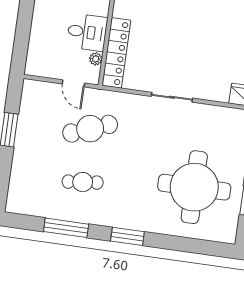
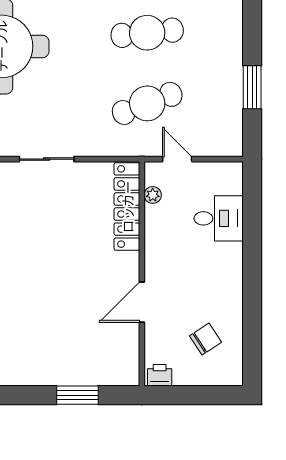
desk: (87, 32) -> (219, 218), moved, turned 180
cafe table: (83, 182) -> (147, 33), width x1.37, depth x1.35

